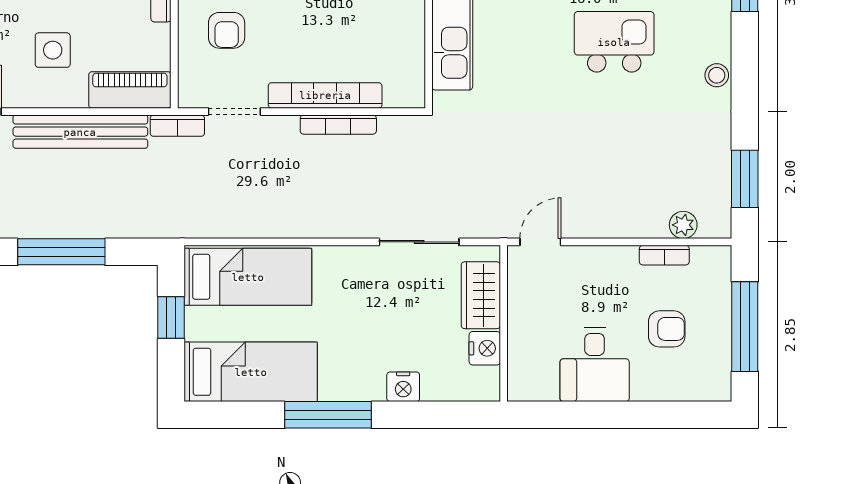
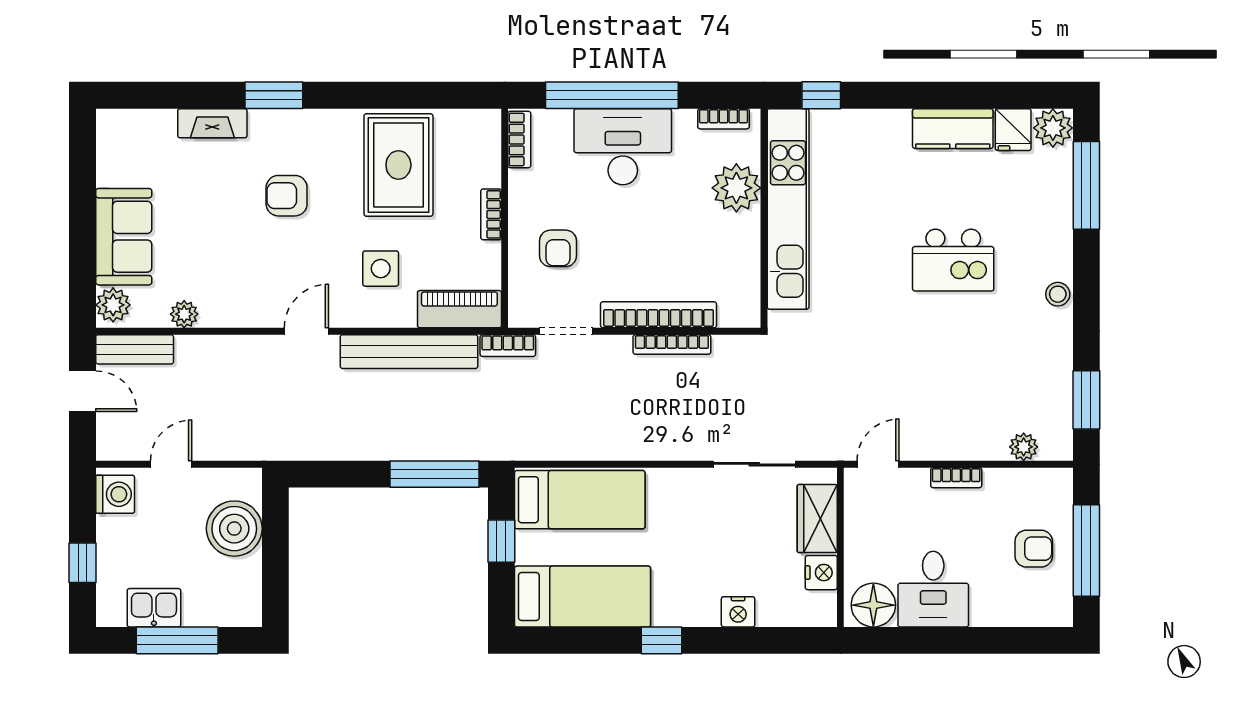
kitchen island: (614, 42) -> (953, 260), turned 180
window: (61, 252) -> (434, 474), moved
bookcase: (664, 255) -> (956, 478), moved
armchair: (667, 329) -> (1034, 549), moved
floor lamp: (536, 380) -> (873, 605), added
window: (328, 415) -> (661, 640), width x0.46

